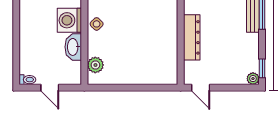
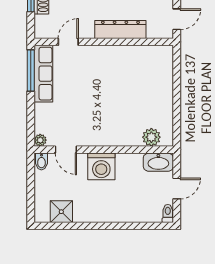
side table: (97, 24) -> (105, 136), removed
washbasin: (73, 47) -> (158, 162), moved

